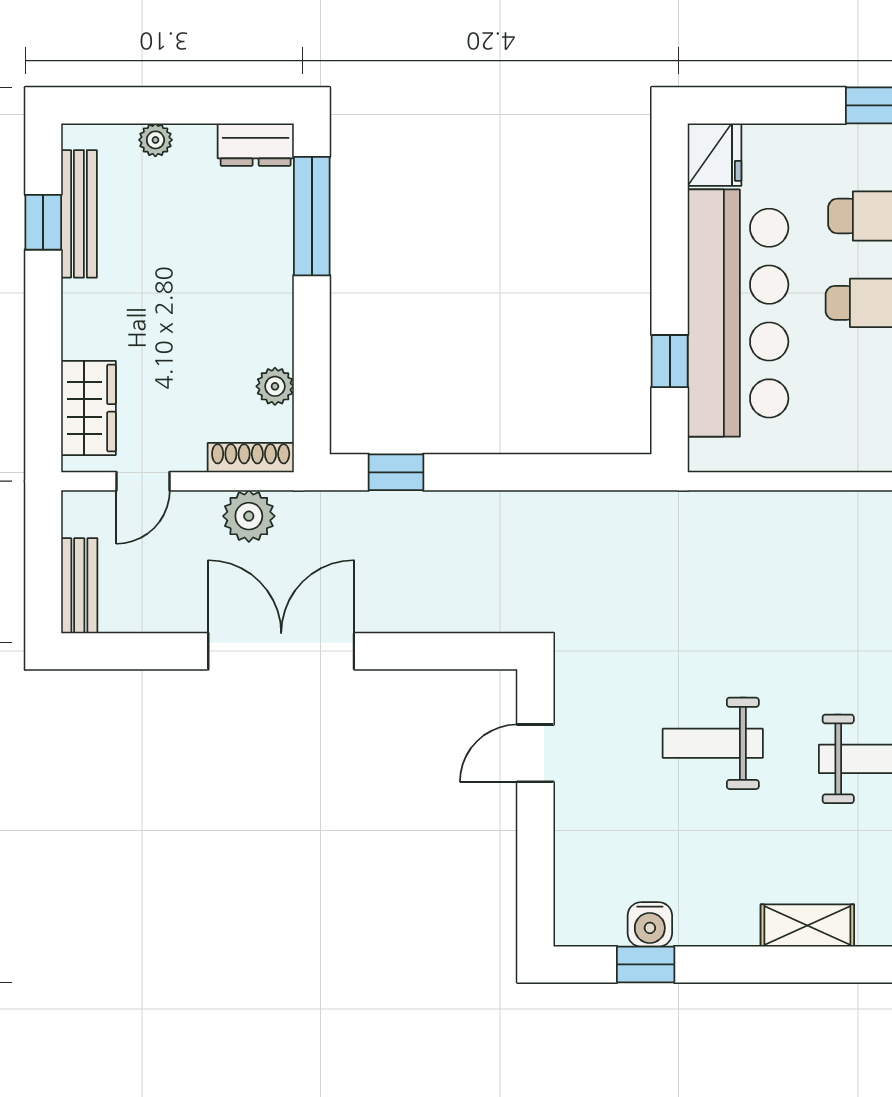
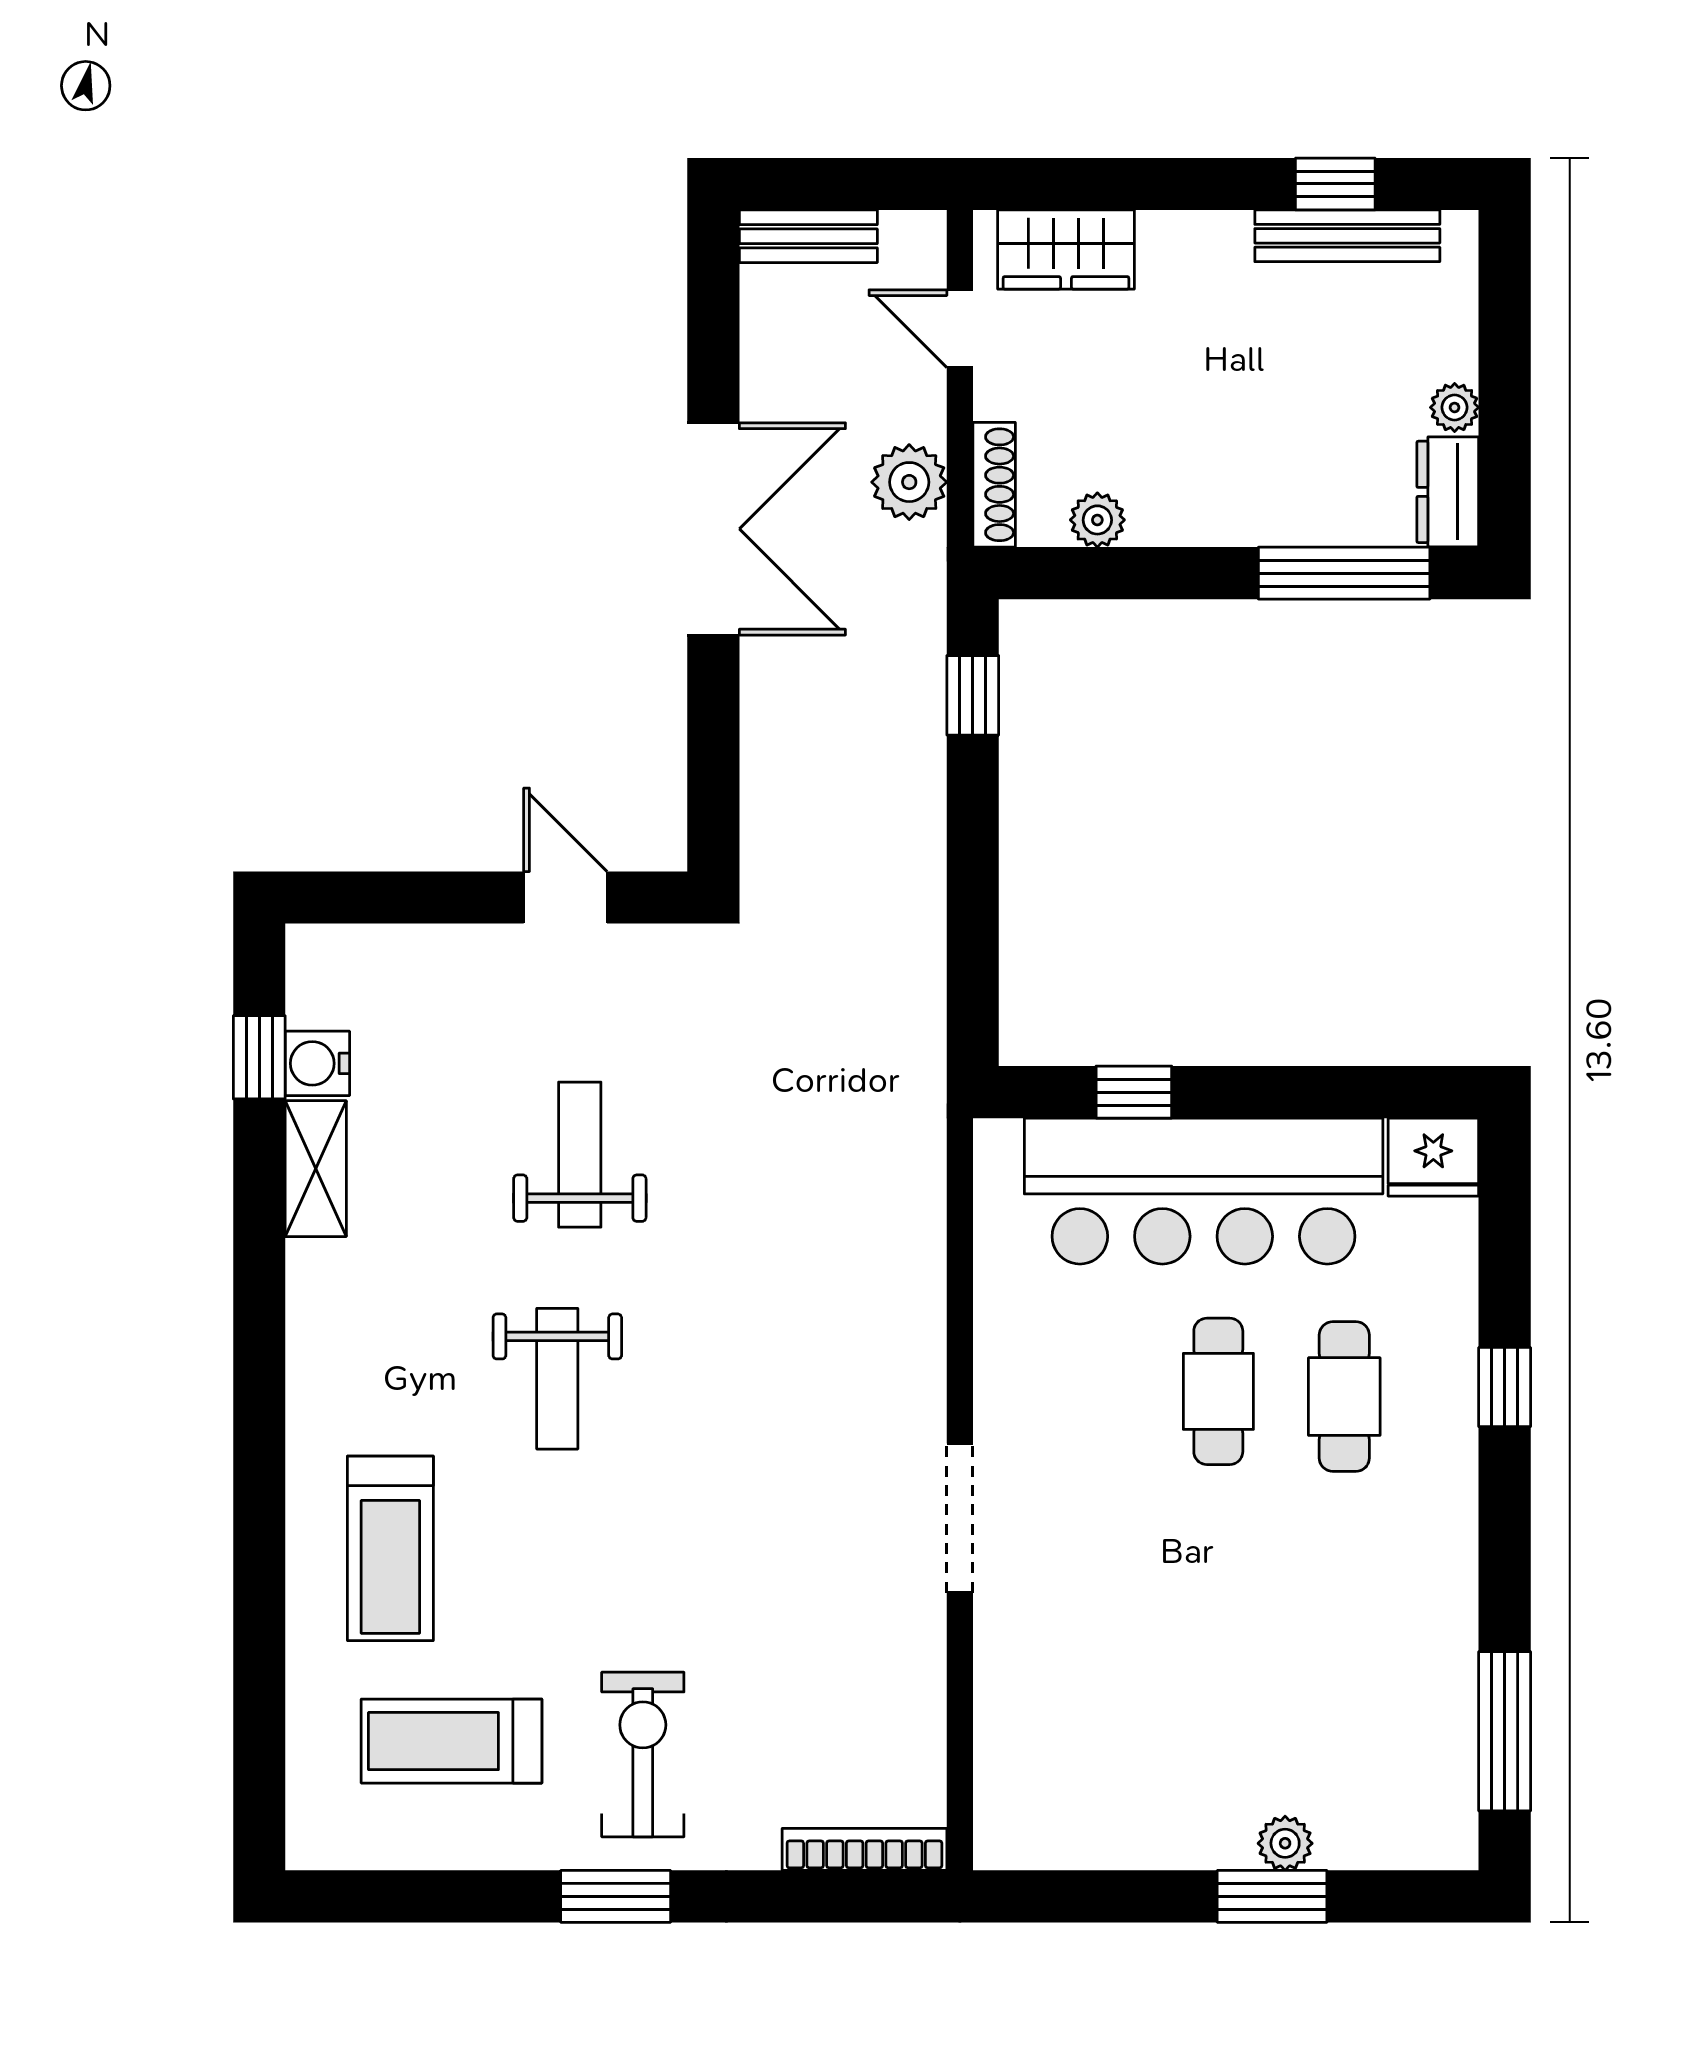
plant: (155, 140) -> (1455, 407), moved
shelving: (807, 925) -> (316, 1169), moved

